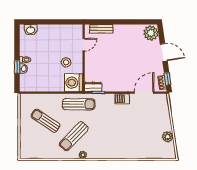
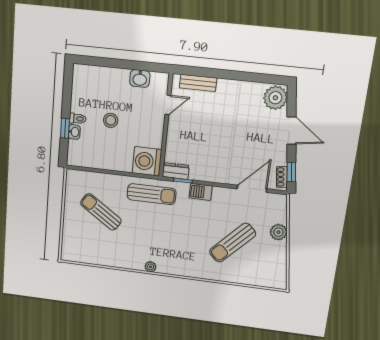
washbasin: (31, 30) -> (140, 78), moved
stool: (66, 62) -> (111, 120), moved
barbecue: (122, 99) -> (201, 192), moved
sun lounger: (74, 136) -> (232, 243), moved
plant: (168, 137) -> (278, 232), moved

